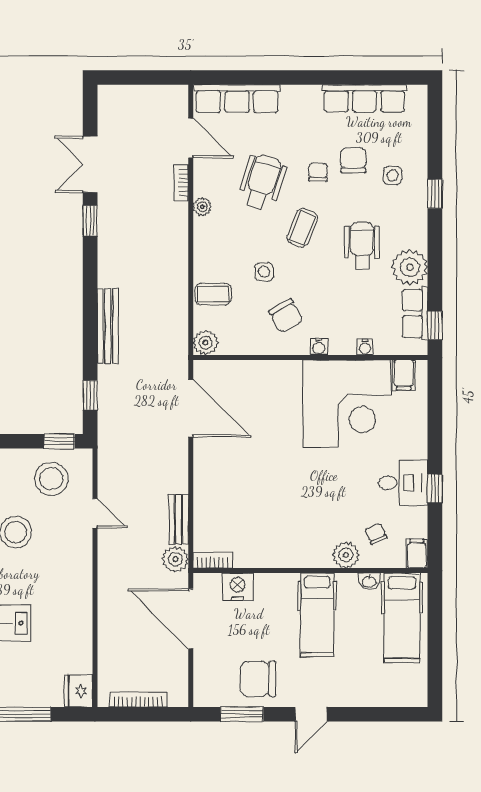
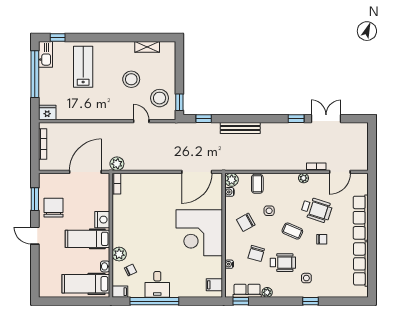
row of seats: (237, 99) -> (361, 218), moved
chair: (353, 160) -> (256, 253), moved, turned 106
side table: (393, 175) -> (306, 278), moved
plant: (410, 267) -> (267, 292), width x0.53, depth x0.53
water cooler: (319, 347) -> (229, 192), moved
corner desk: (347, 404) -> (199, 233), moved
window: (435, 489) -> (154, 301), width x3.17
door: (95, 513) -> (141, 121), swing flipped
bench: (179, 519) -> (138, 166), removed
nightstand: (238, 587) -> (102, 220), moved

